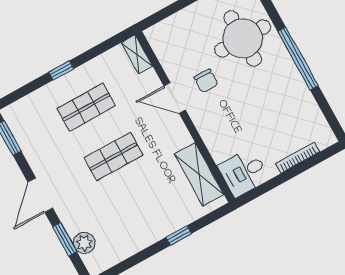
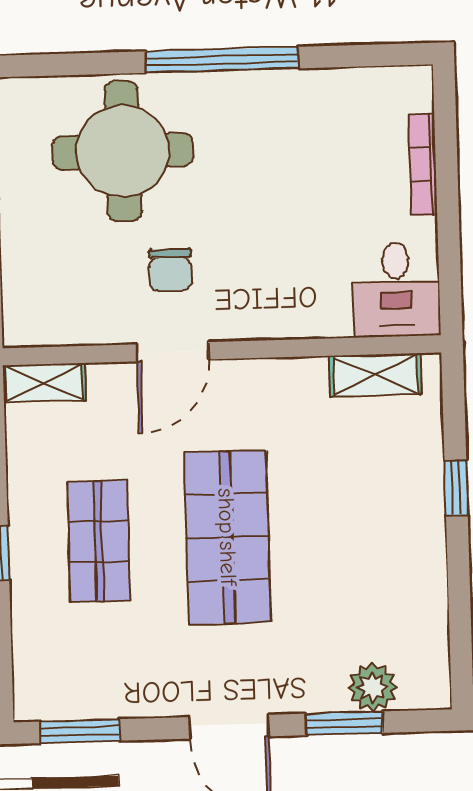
chair: (206, 81) -> (170, 270), turned 90
shop shelf: (114, 156) -> (227, 537), width x1.43, depth x1.36
shelving: (199, 174) -> (376, 375), width x0.67, depth x0.75

